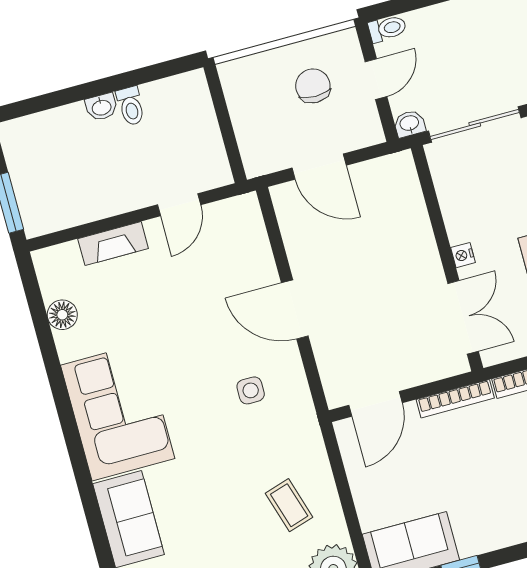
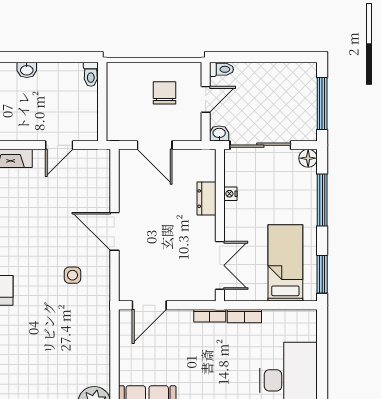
toilet: (131, 106) -> (91, 74), moved
dresser: (417, 224) -> (206, 199), added
nightstand: (463, 255) -> (230, 194), moved
bookcase: (455, 399) -> (210, 316), width x0.64
coffee table: (289, 505) -> (77, 354), removed

